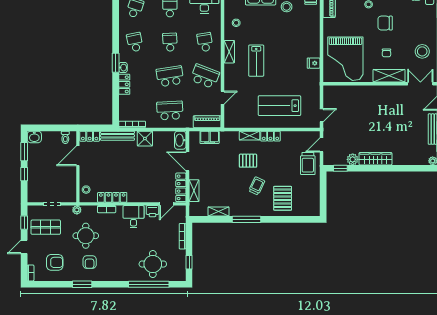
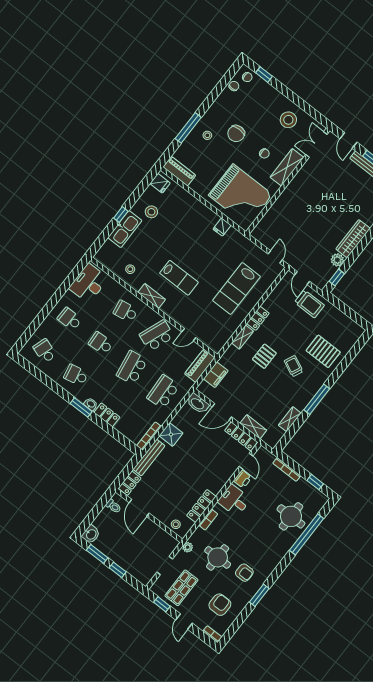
door: (223, 98) -> (189, 335), swing flipped

